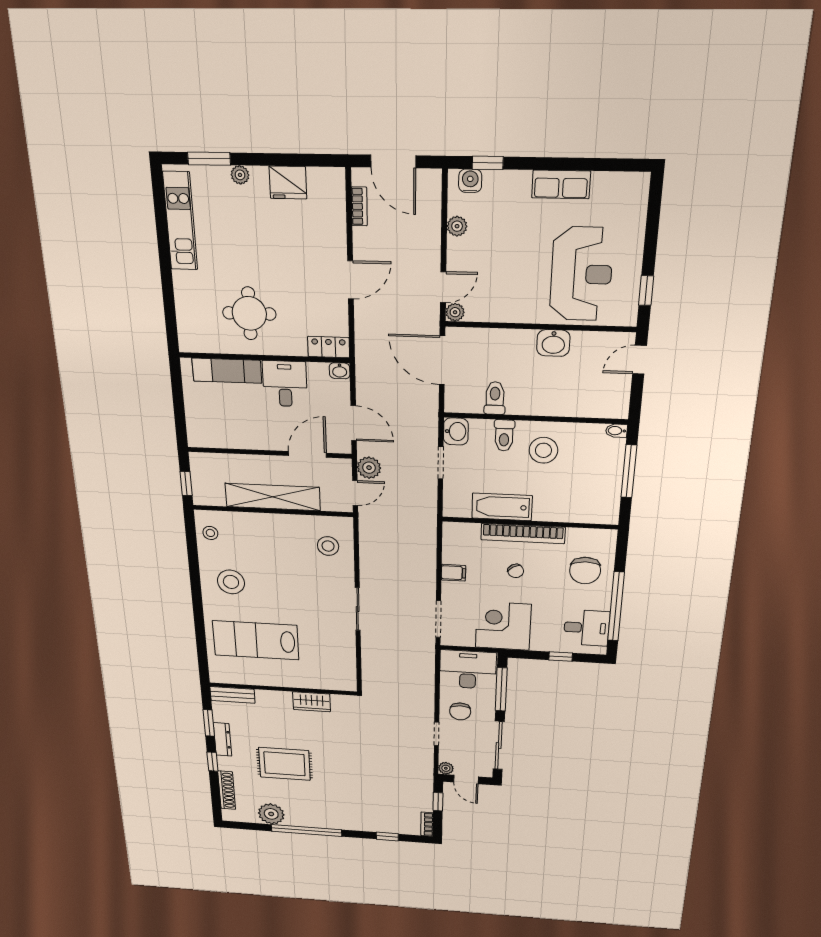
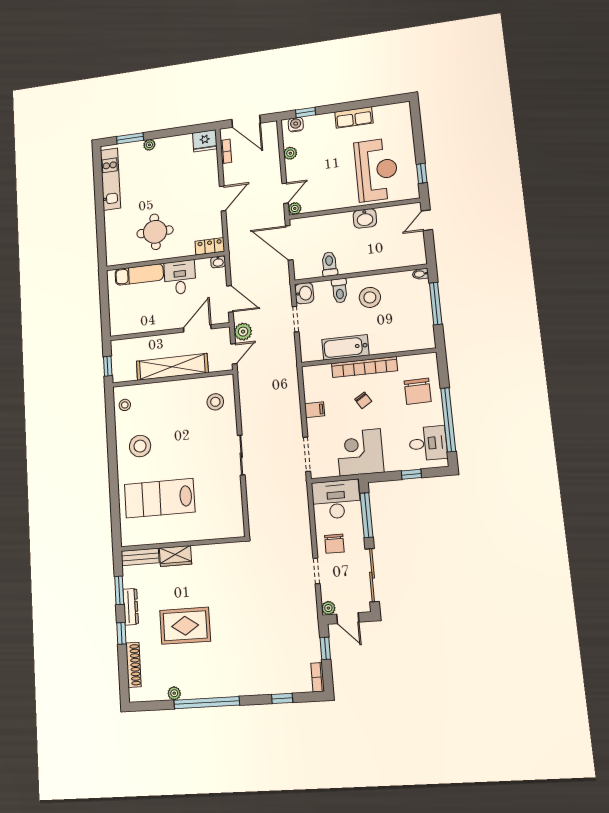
fridge: (288, 183) -> (205, 141), moved
wardrobe: (312, 702) -> (175, 556), moved
plant: (271, 814) -> (174, 693), width x0.53, depth x0.53

